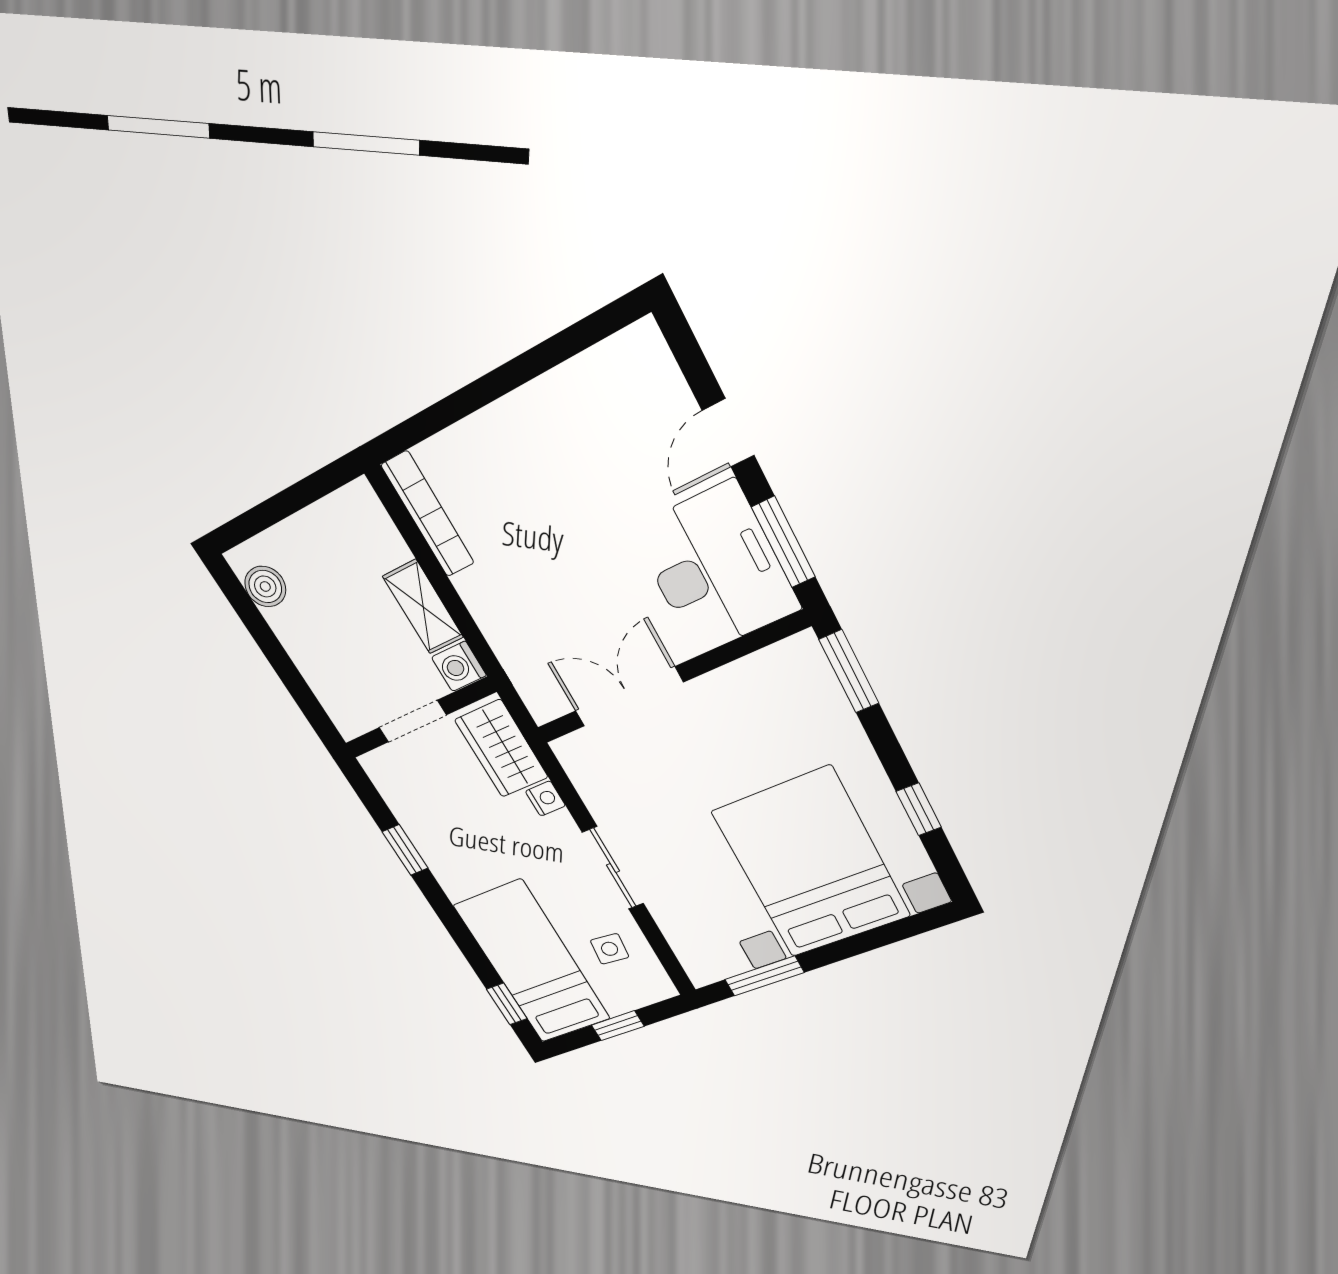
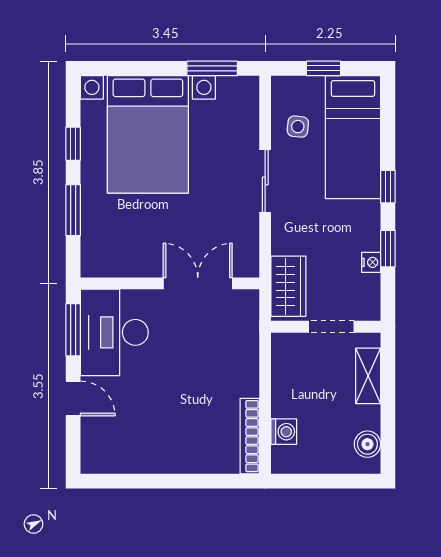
door: (728, 433) -> (73, 398), hinge flipped
shelving: (423, 607) -> (368, 376), moved
washing machine: (459, 666) -> (284, 432), moved
window: (849, 671) -> (73, 210), moved
double door: (629, 697) -> (198, 283), swing flipped
nightstand: (545, 798) -> (371, 262), moved, turned 180
window: (507, 1004) -> (388, 187), moved

